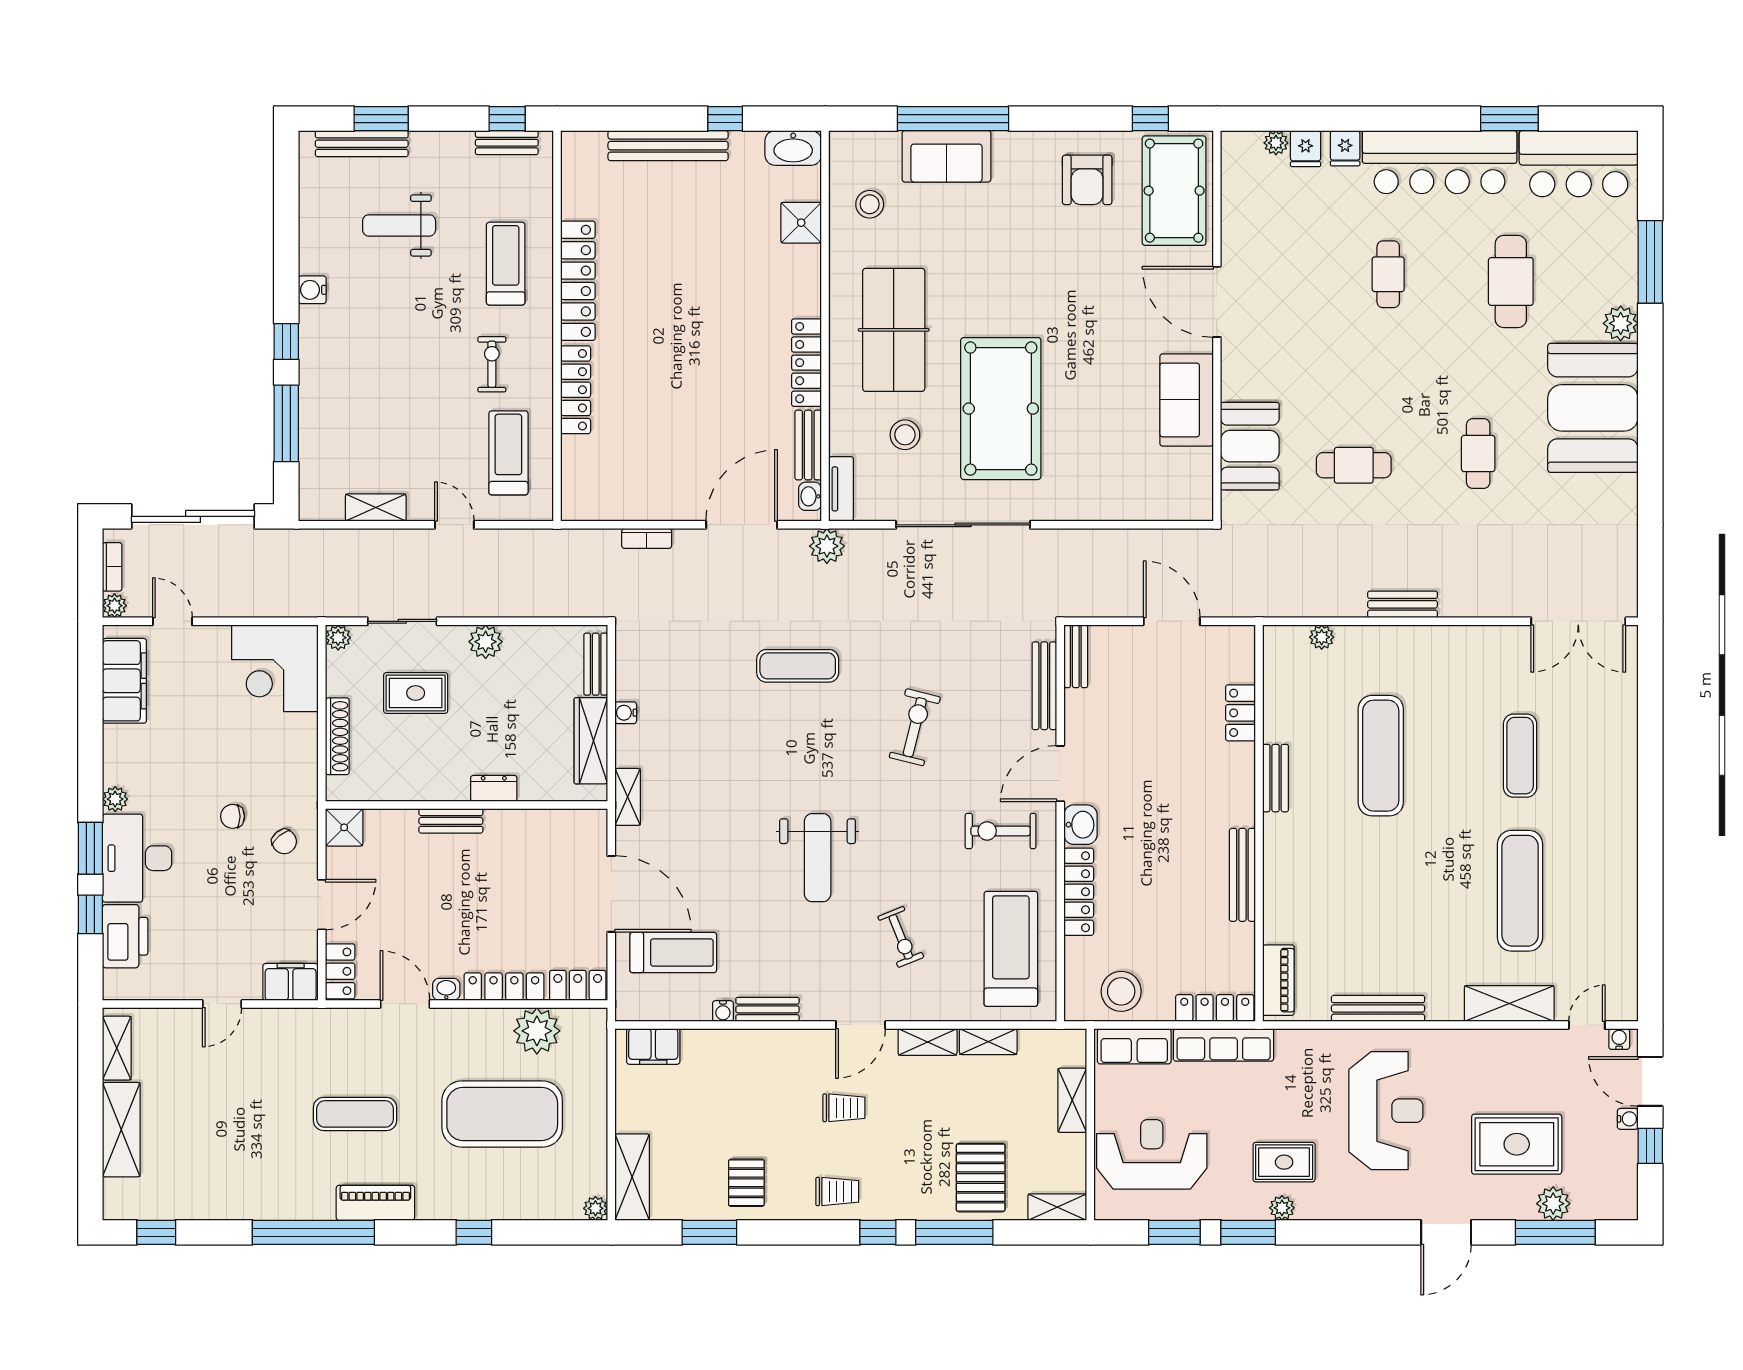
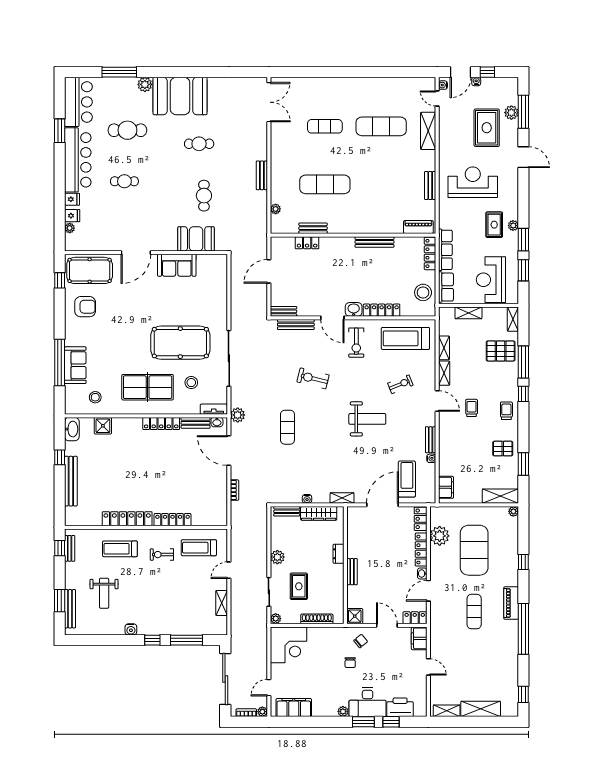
bench: (1276, 778) -> (313, 228), moved
bench: (1378, 1008) -> (430, 186), width x0.73

